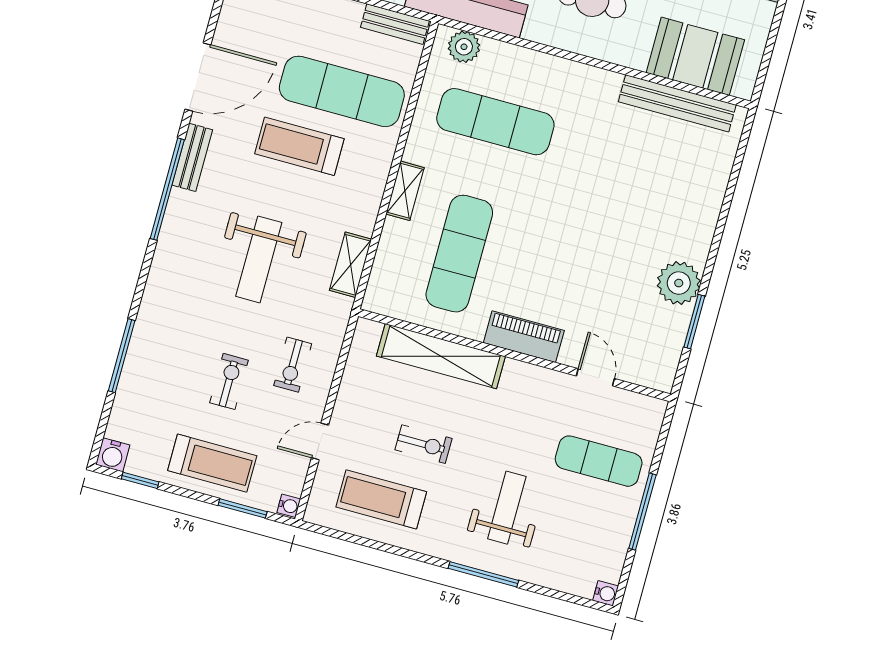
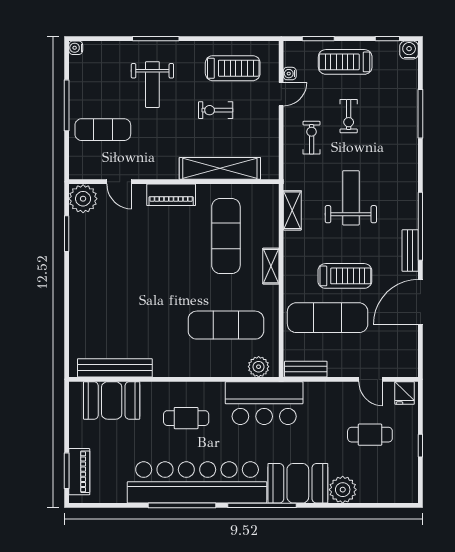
plant: (679, 283) -> (83, 199), moved
water cooler: (289, 506) -> (290, 74), moved

